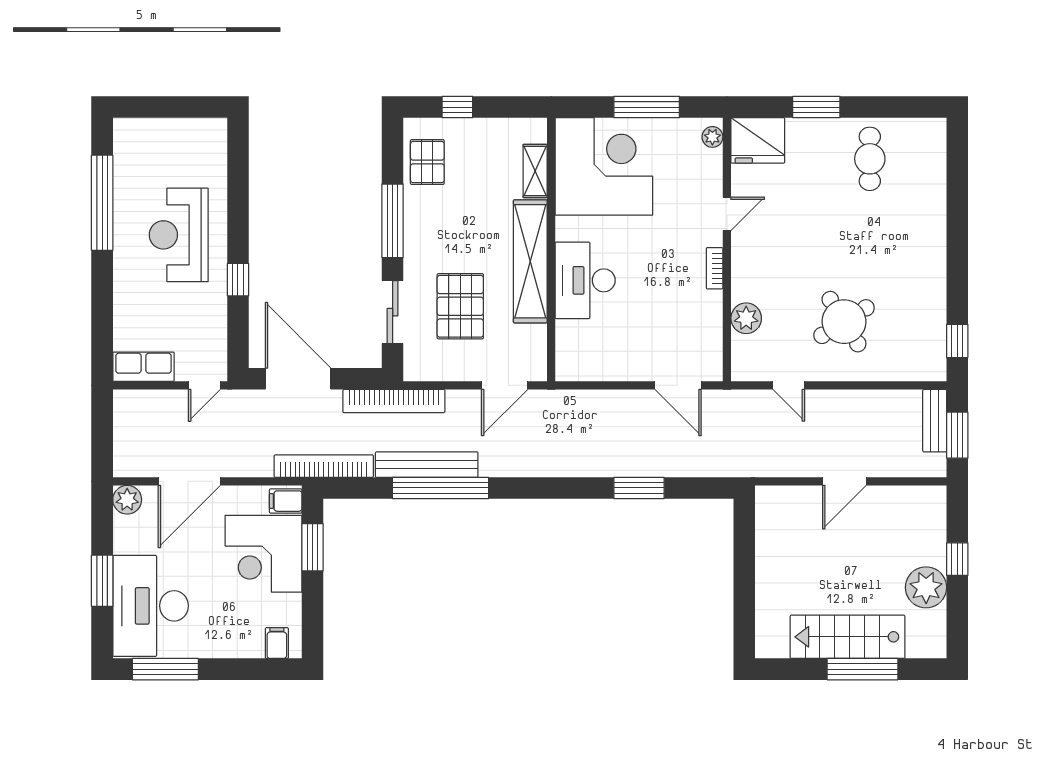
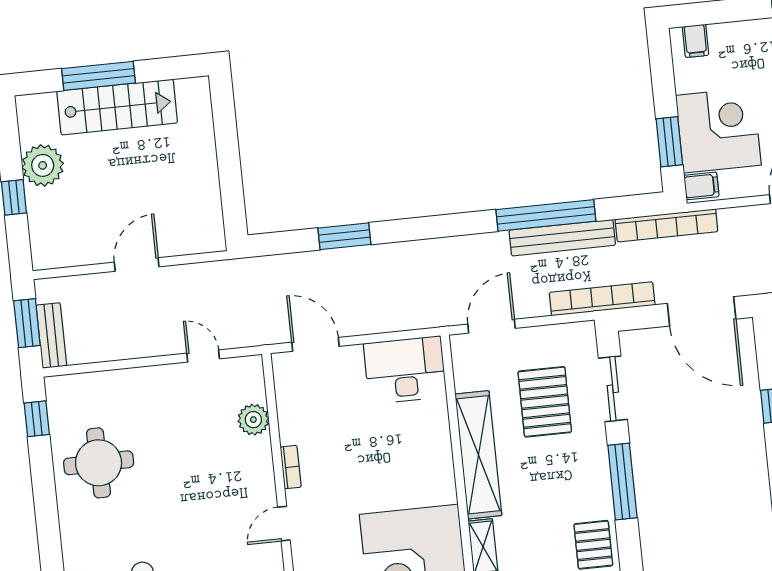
desk: (585, 280) -> (405, 370), moved, turned -90
round table: (844, 322) -> (99, 463), moved, turned 31

